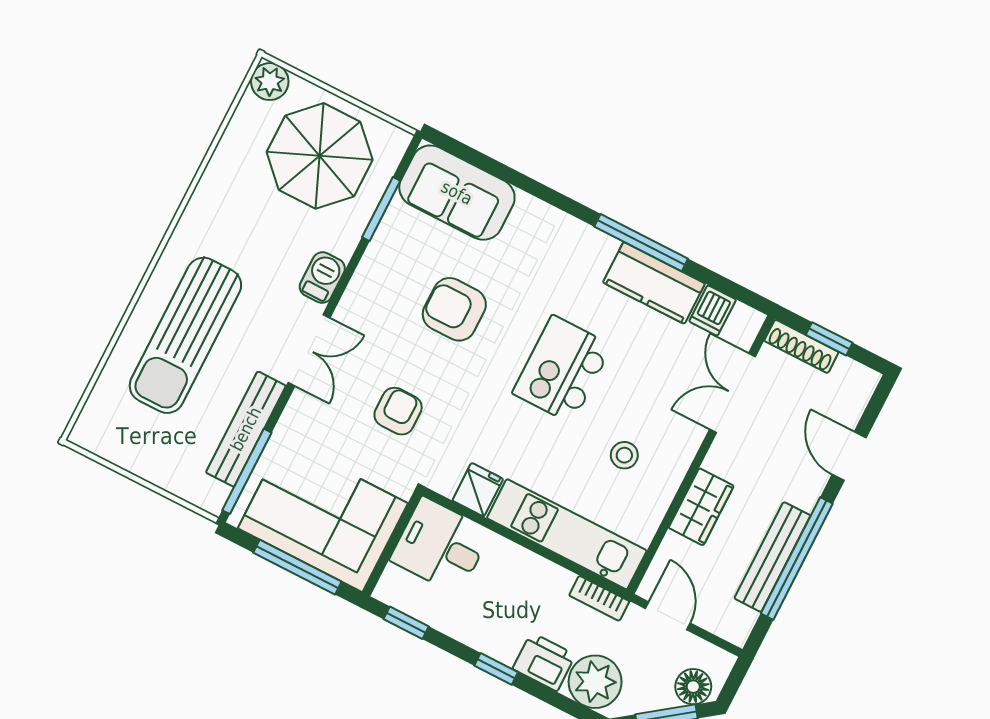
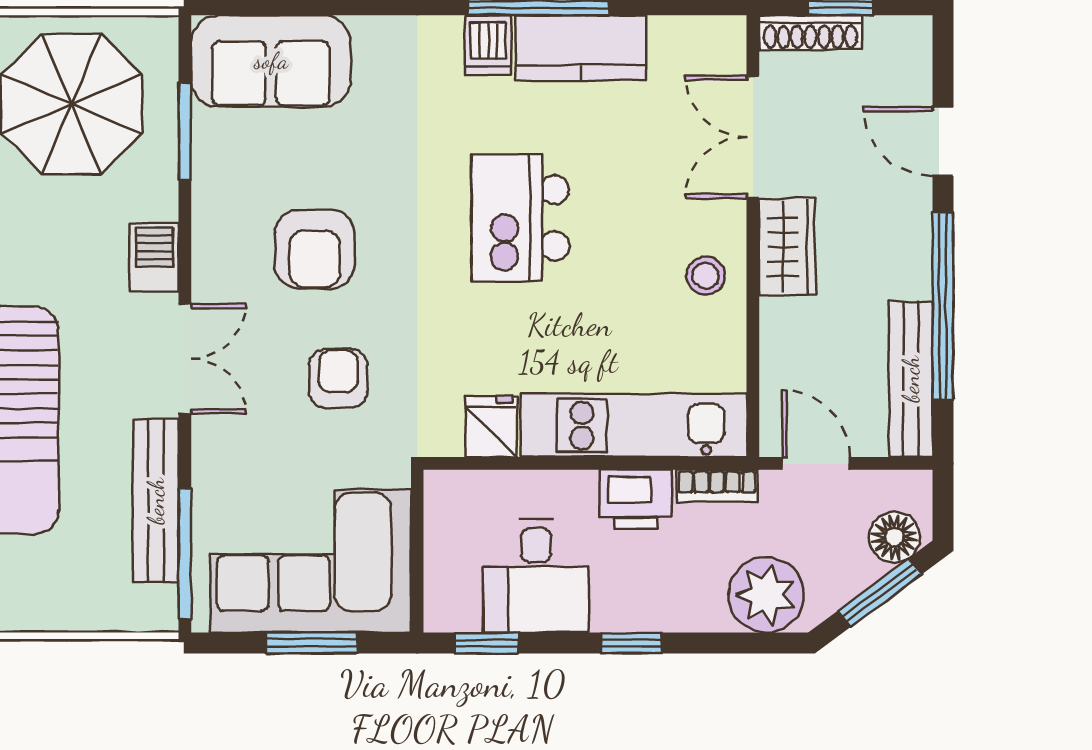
armchair: (454, 309) -> (315, 249), moved, turned -90
dishwasher: (713, 310) -> (488, 45), moved
stool: (624, 455) -> (706, 276), moved
wardrobe: (701, 507) -> (787, 247), moved
desk: (441, 546) -> (536, 576), moved, turned -90
bench: (772, 557) -> (911, 379), moved
window: (297, 567) -> (312, 643), width x0.69
printer: (544, 662) -> (636, 499), moved, turned 180

